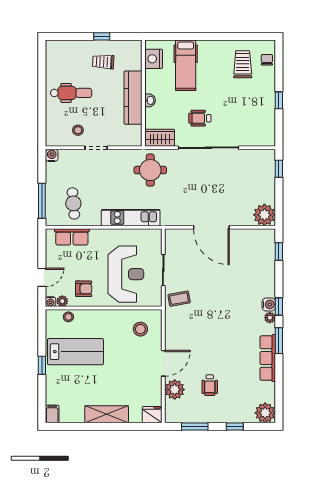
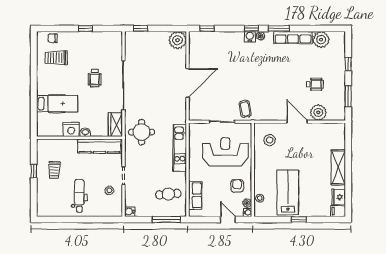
nightstand: (154, 59) -> (71, 129), moved
kitchen counter: (133, 98) -> (99, 146), moved
wheelchair: (200, 118) -> (95, 78), moved
plant: (265, 413) -> (321, 40), moved
fridge: (152, 415) -> (339, 197), moved

